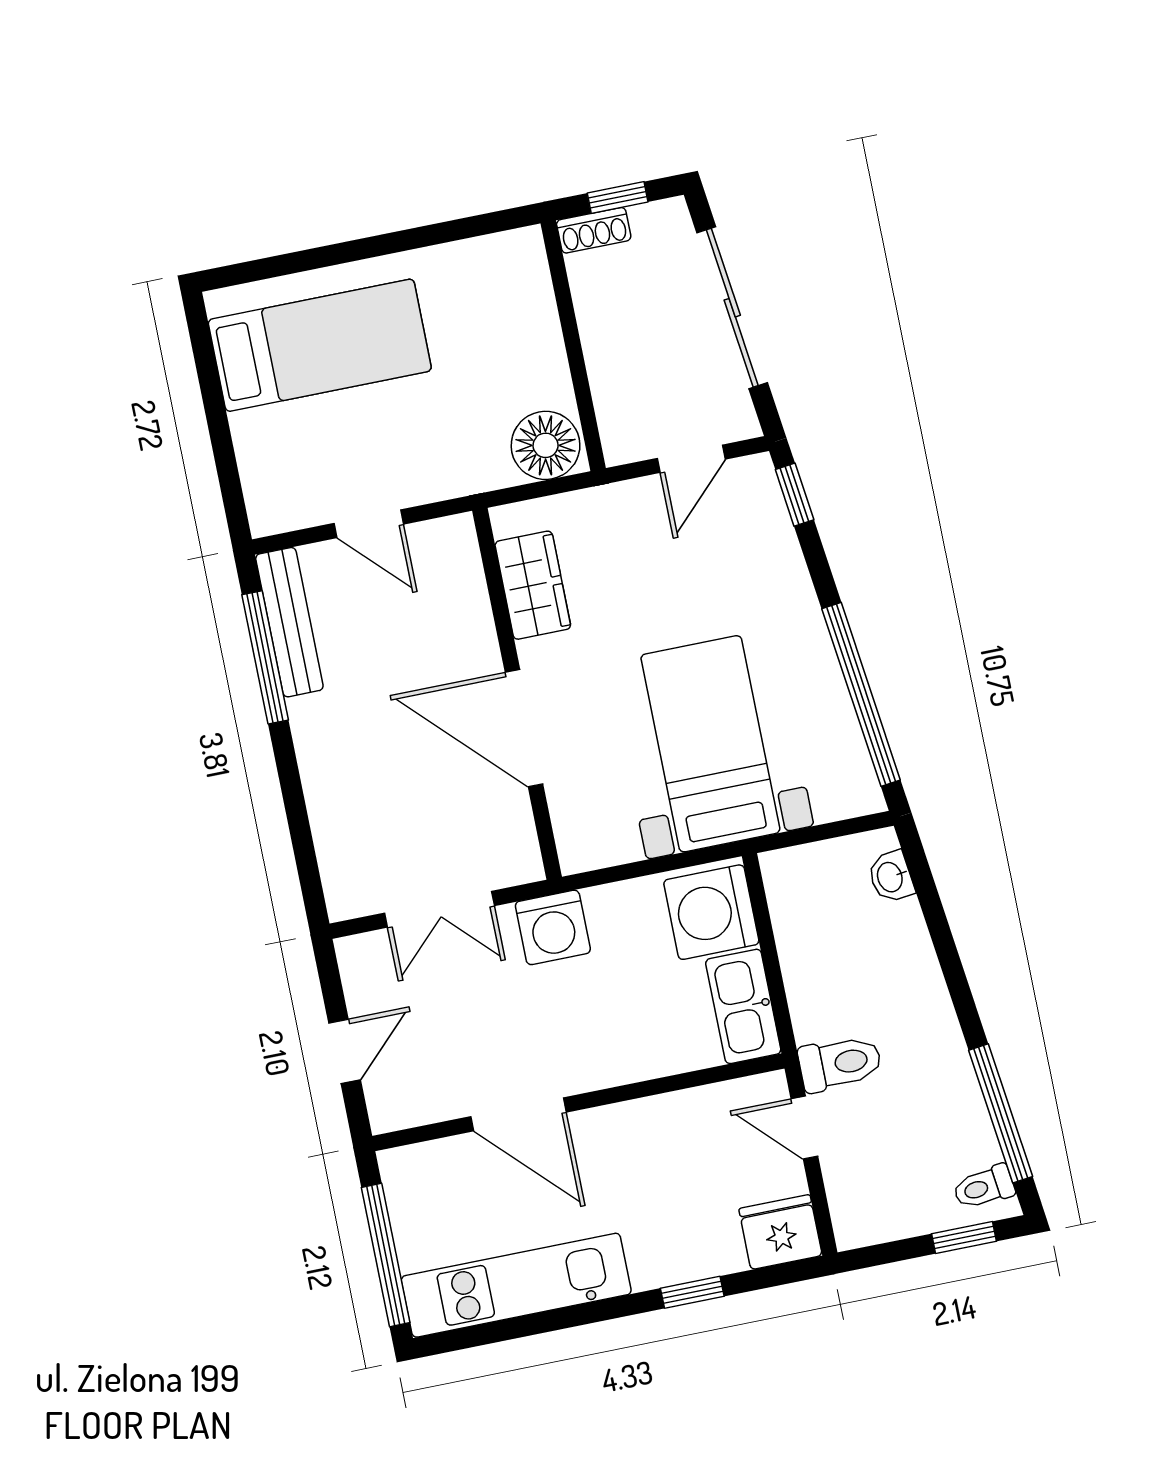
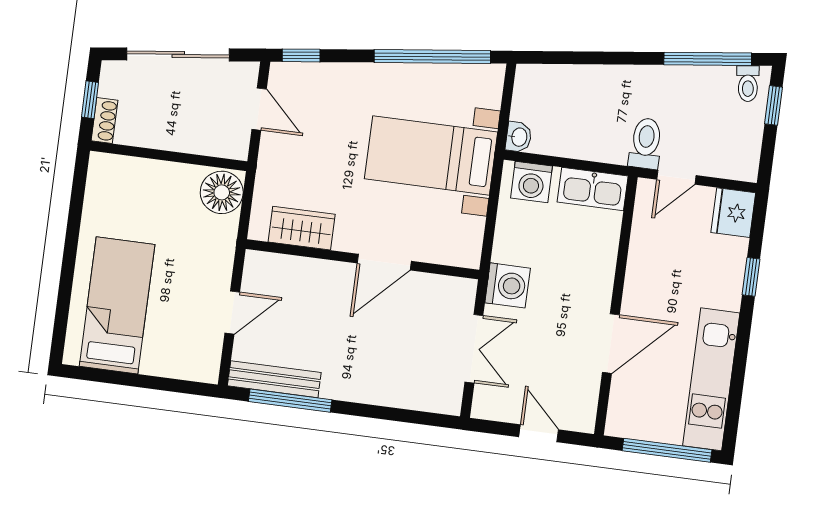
door: (524, 728) -> (384, 262), width x0.73
washbasin: (891, 877) -> (519, 137), moved, turned -83
washing machine: (711, 912) -> (531, 182), width x0.73, depth x0.73

